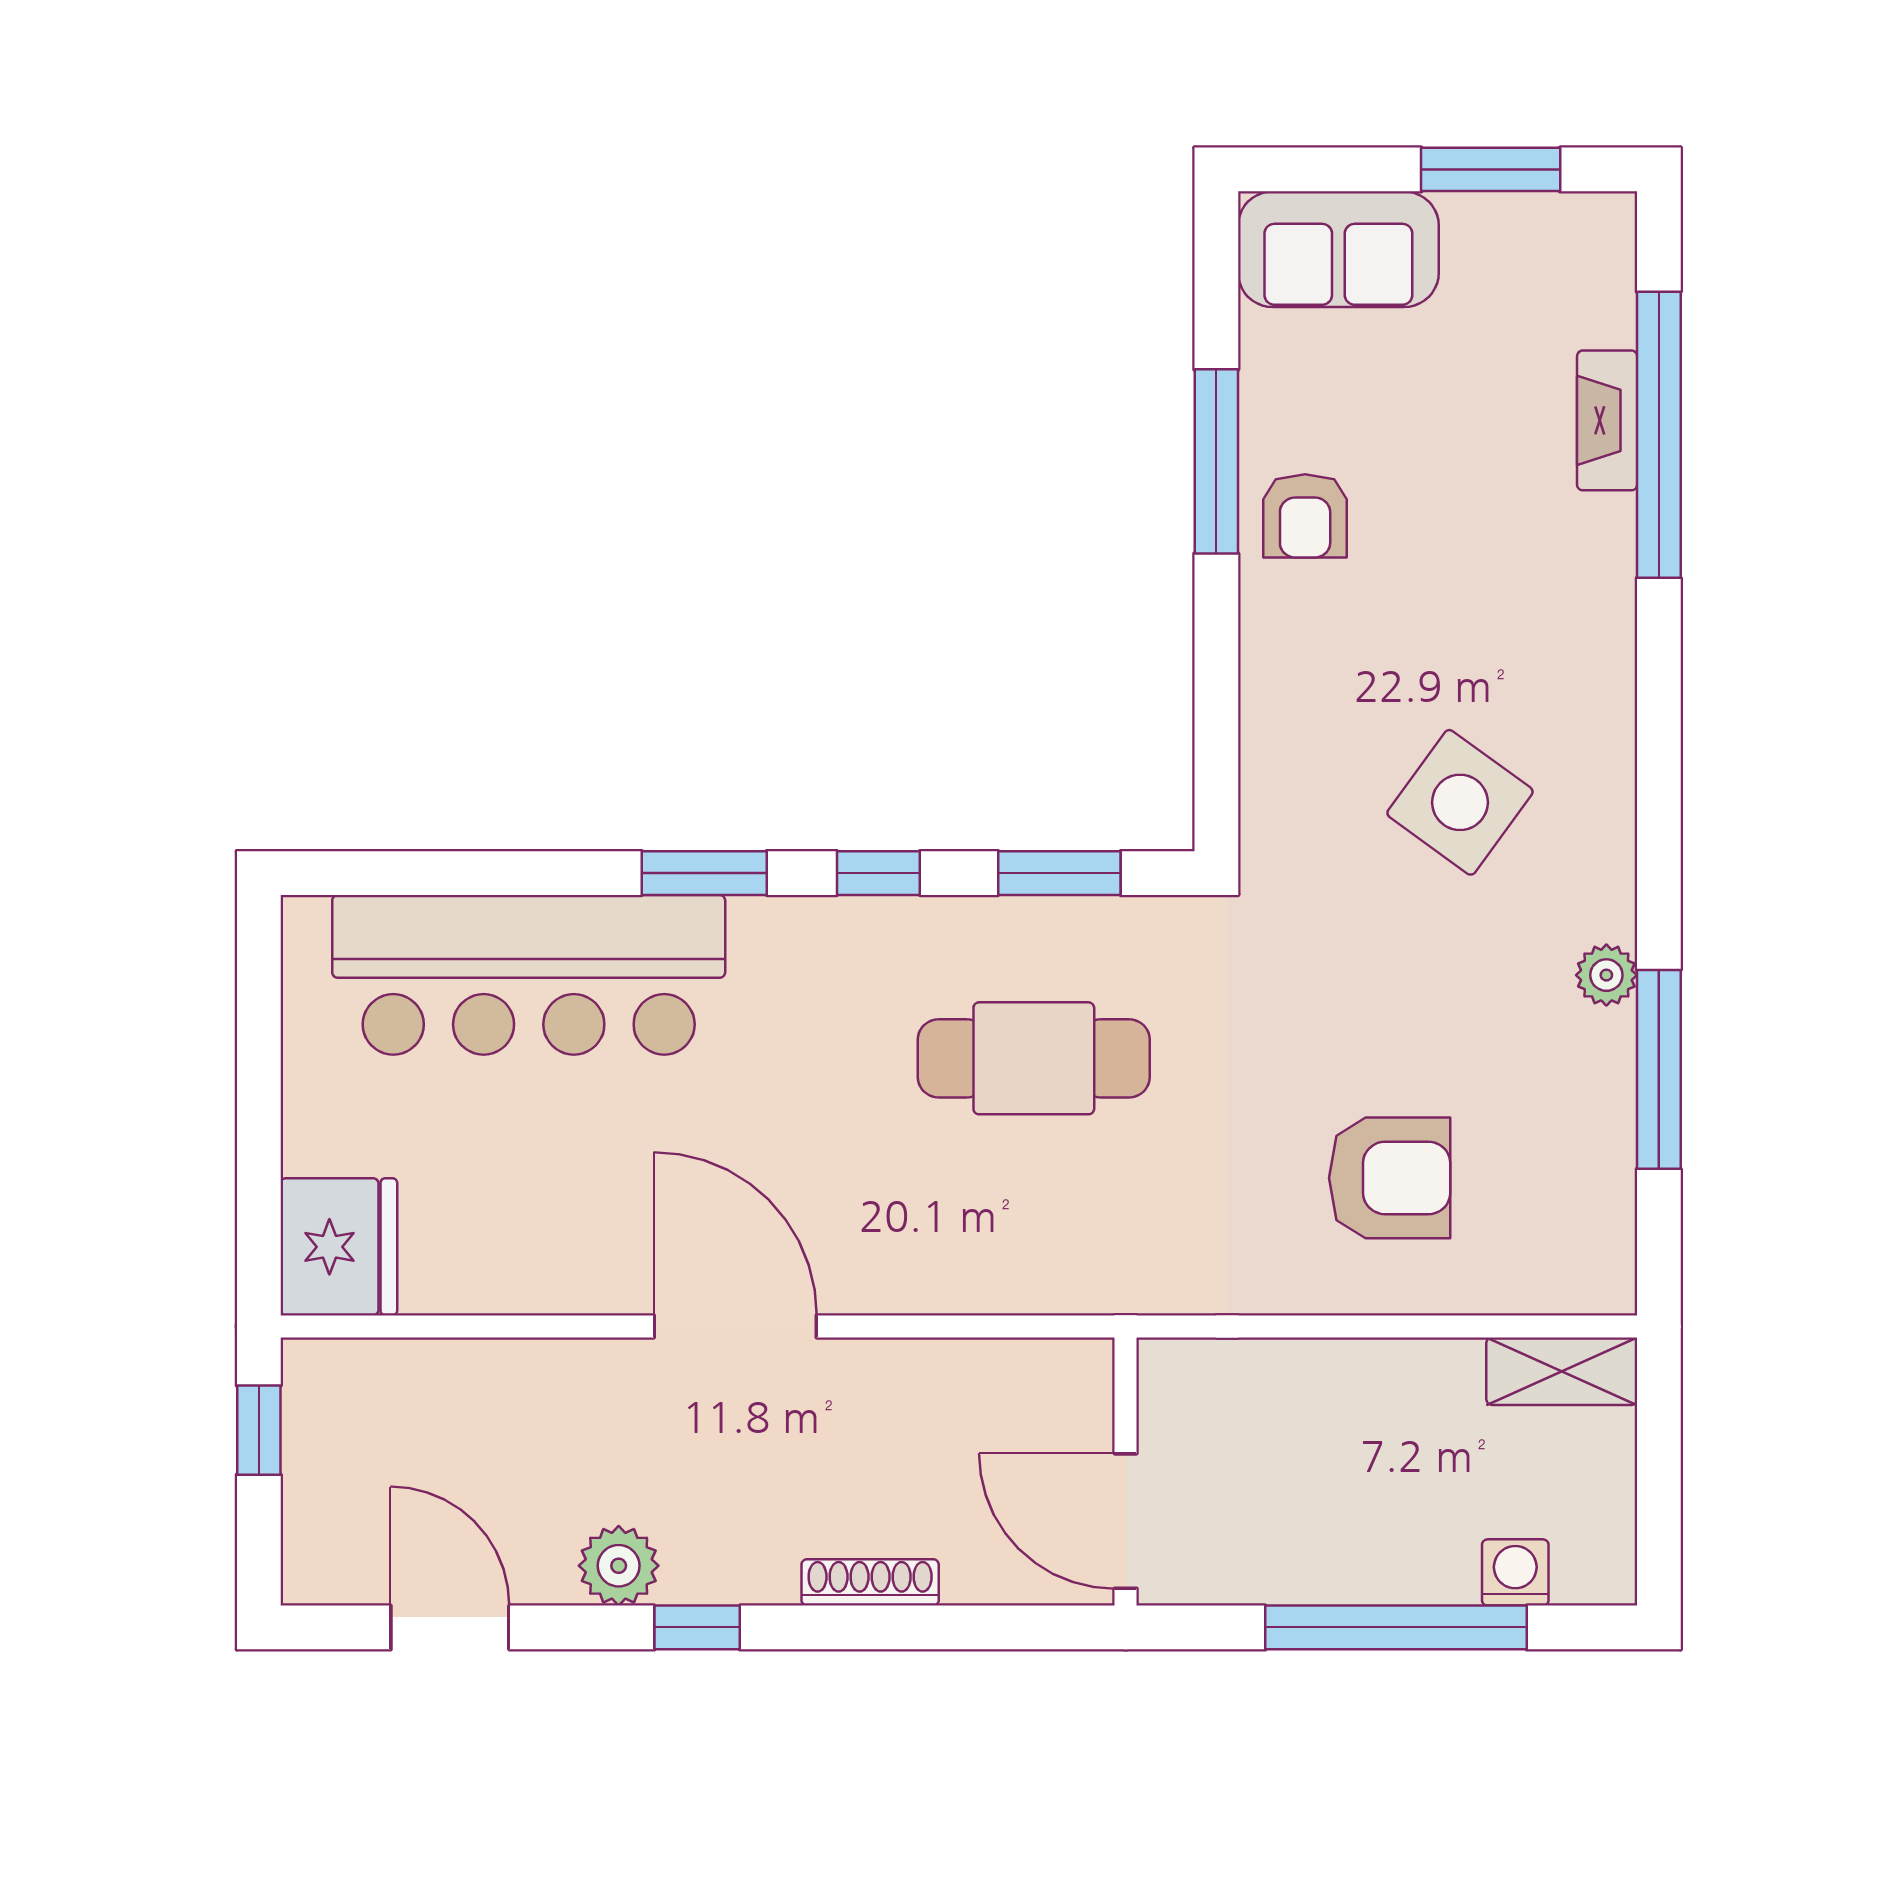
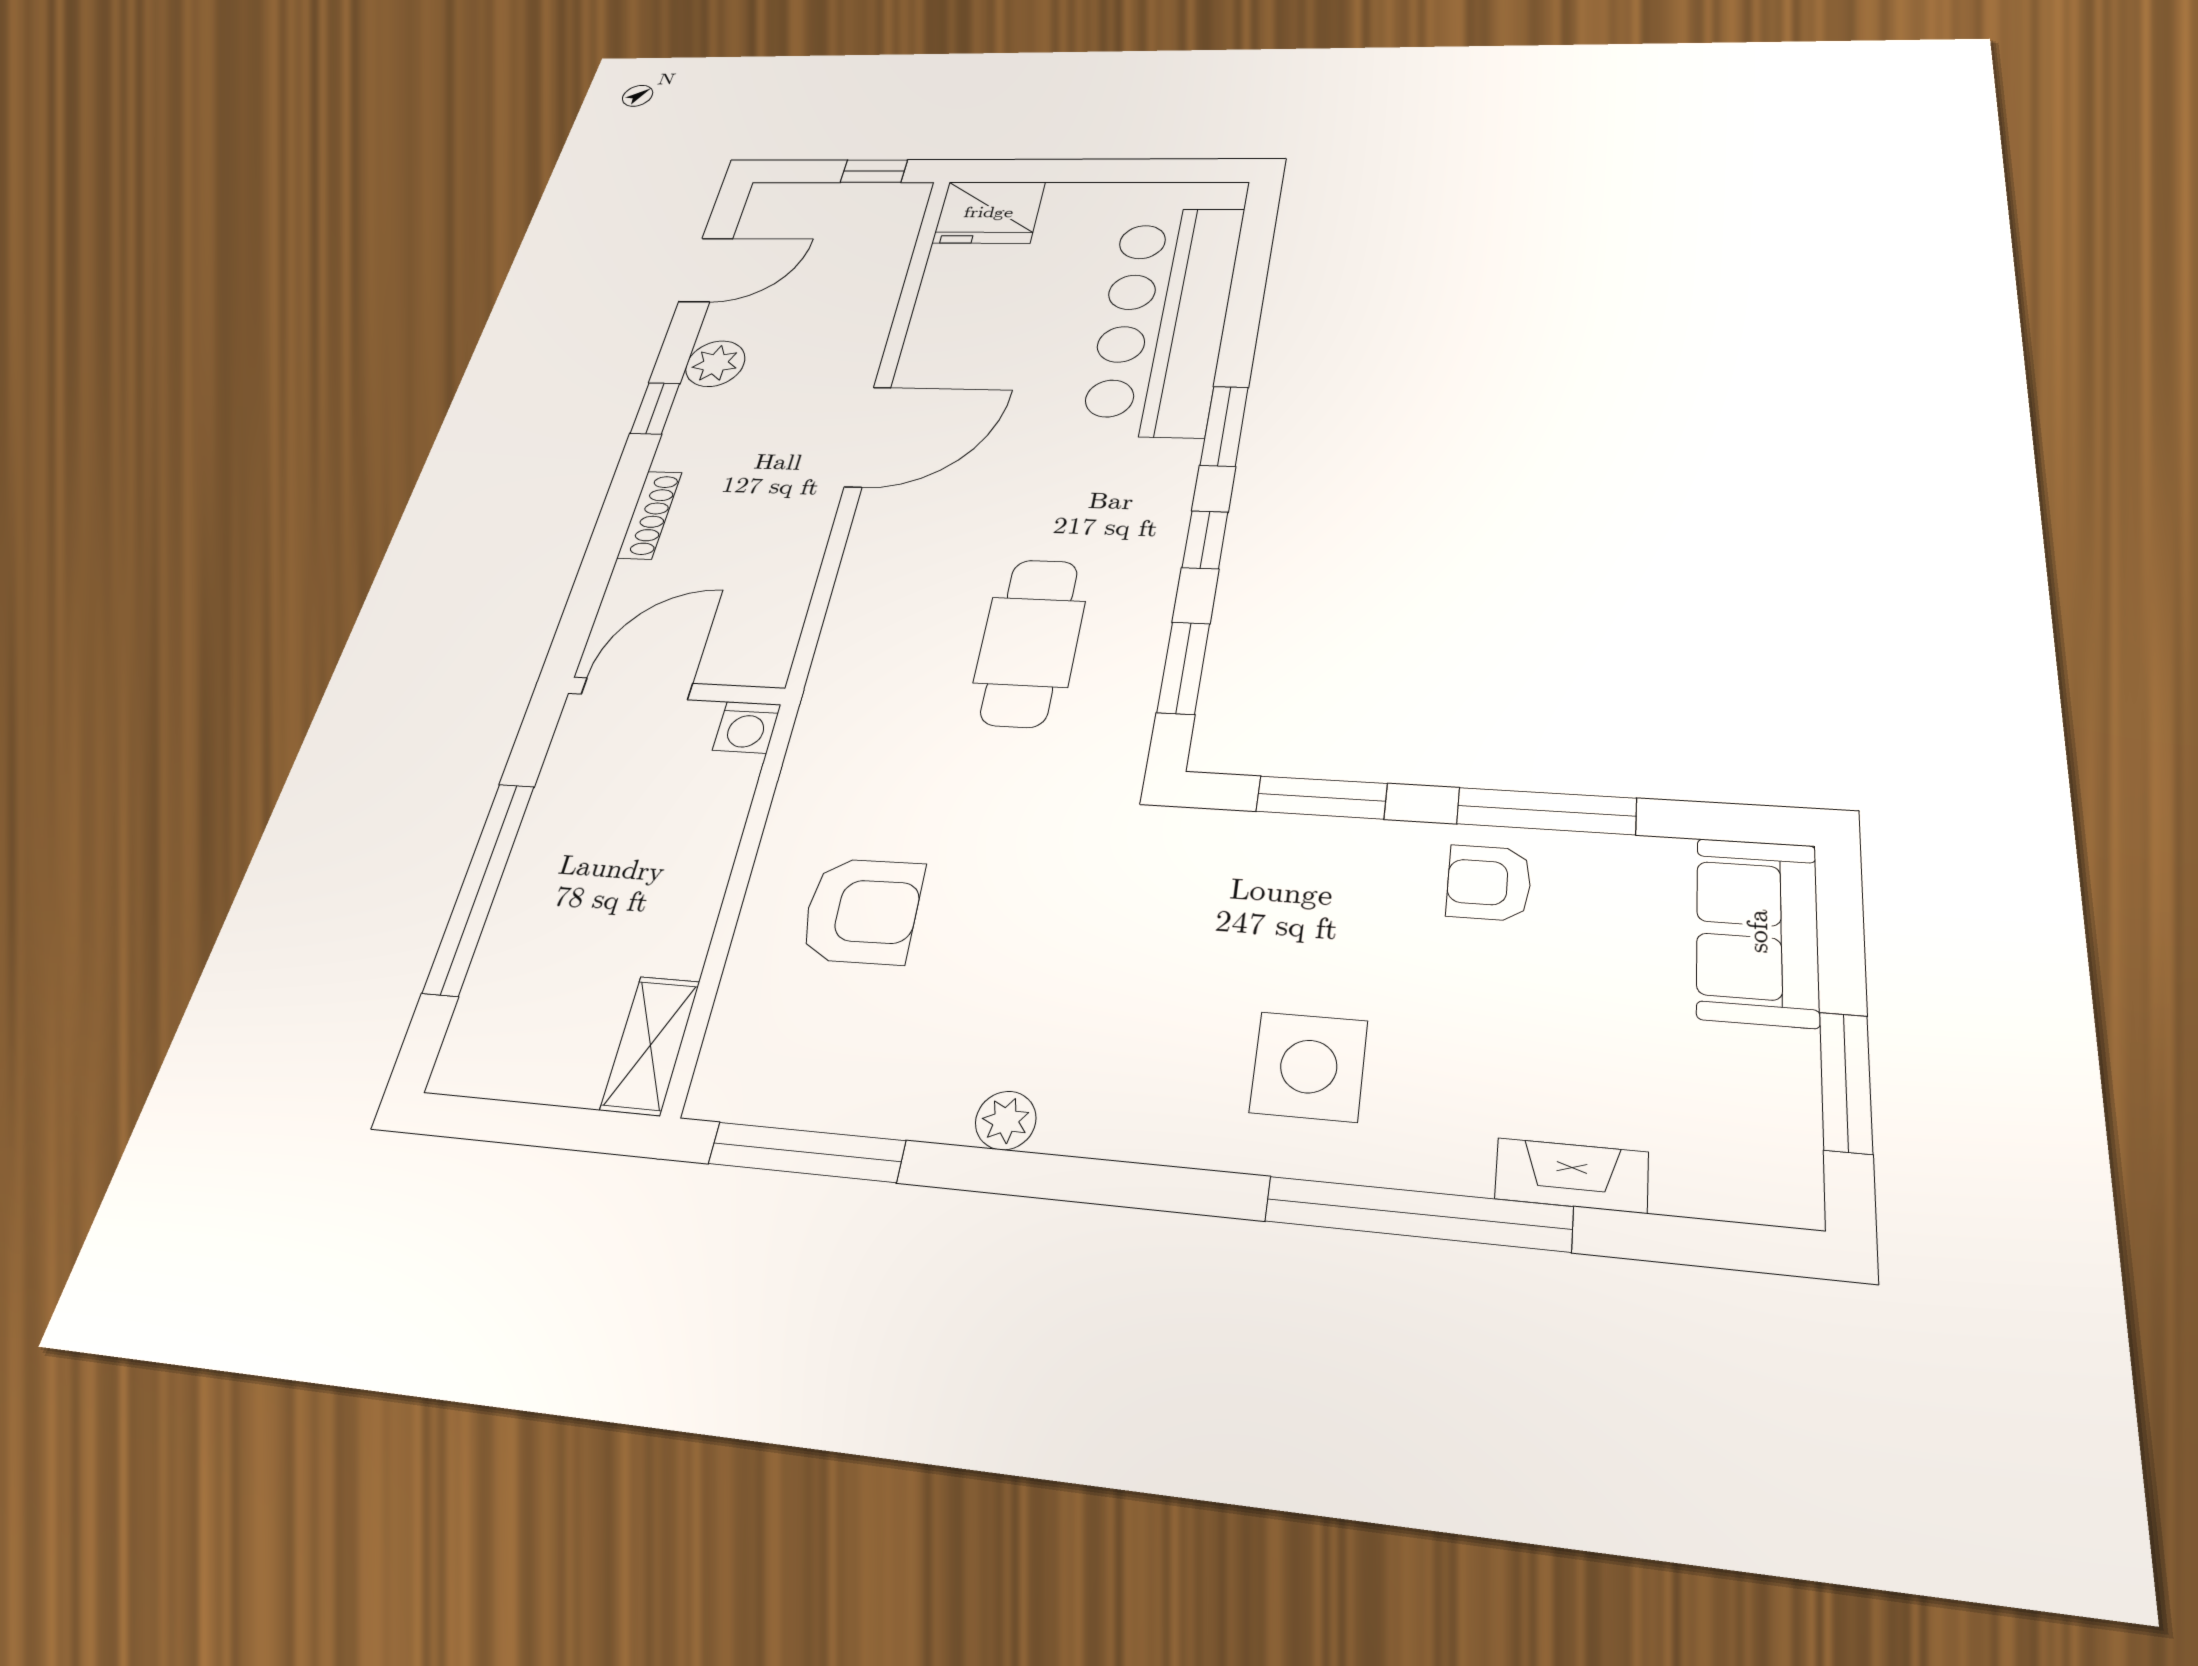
window: (1659, 435) -> (1418, 1214), moved
window: (1216, 699) -> (1322, 797), added
side table: (1460, 802) -> (1309, 1066), moved, turned -36
window: (1659, 1069) -> (807, 1152), moved
armchair: (1390, 1178) -> (862, 911), turned -91
washing machine: (1515, 1572) -> (747, 727), moved, turned 90

